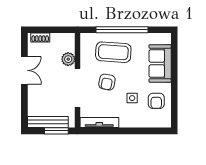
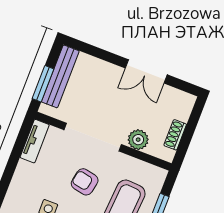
shoe rack: (40, 37) -> (175, 135), moved
tv unit: (99, 123) -> (35, 141), width x0.71

